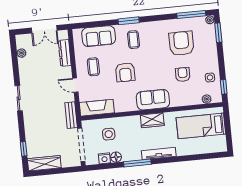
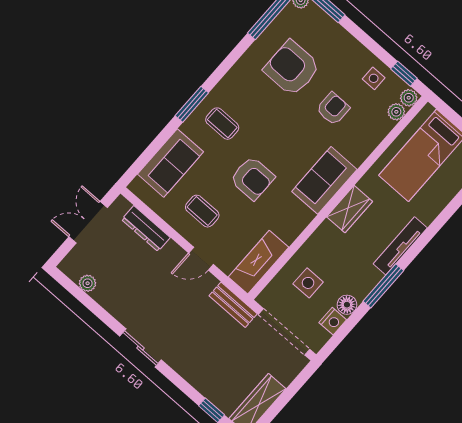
double door: (44, 29) -> (88, 222), swing flipped
armchair: (183, 75) -> (333, 109), turned 90
plant: (217, 98) -> (409, 98), added

